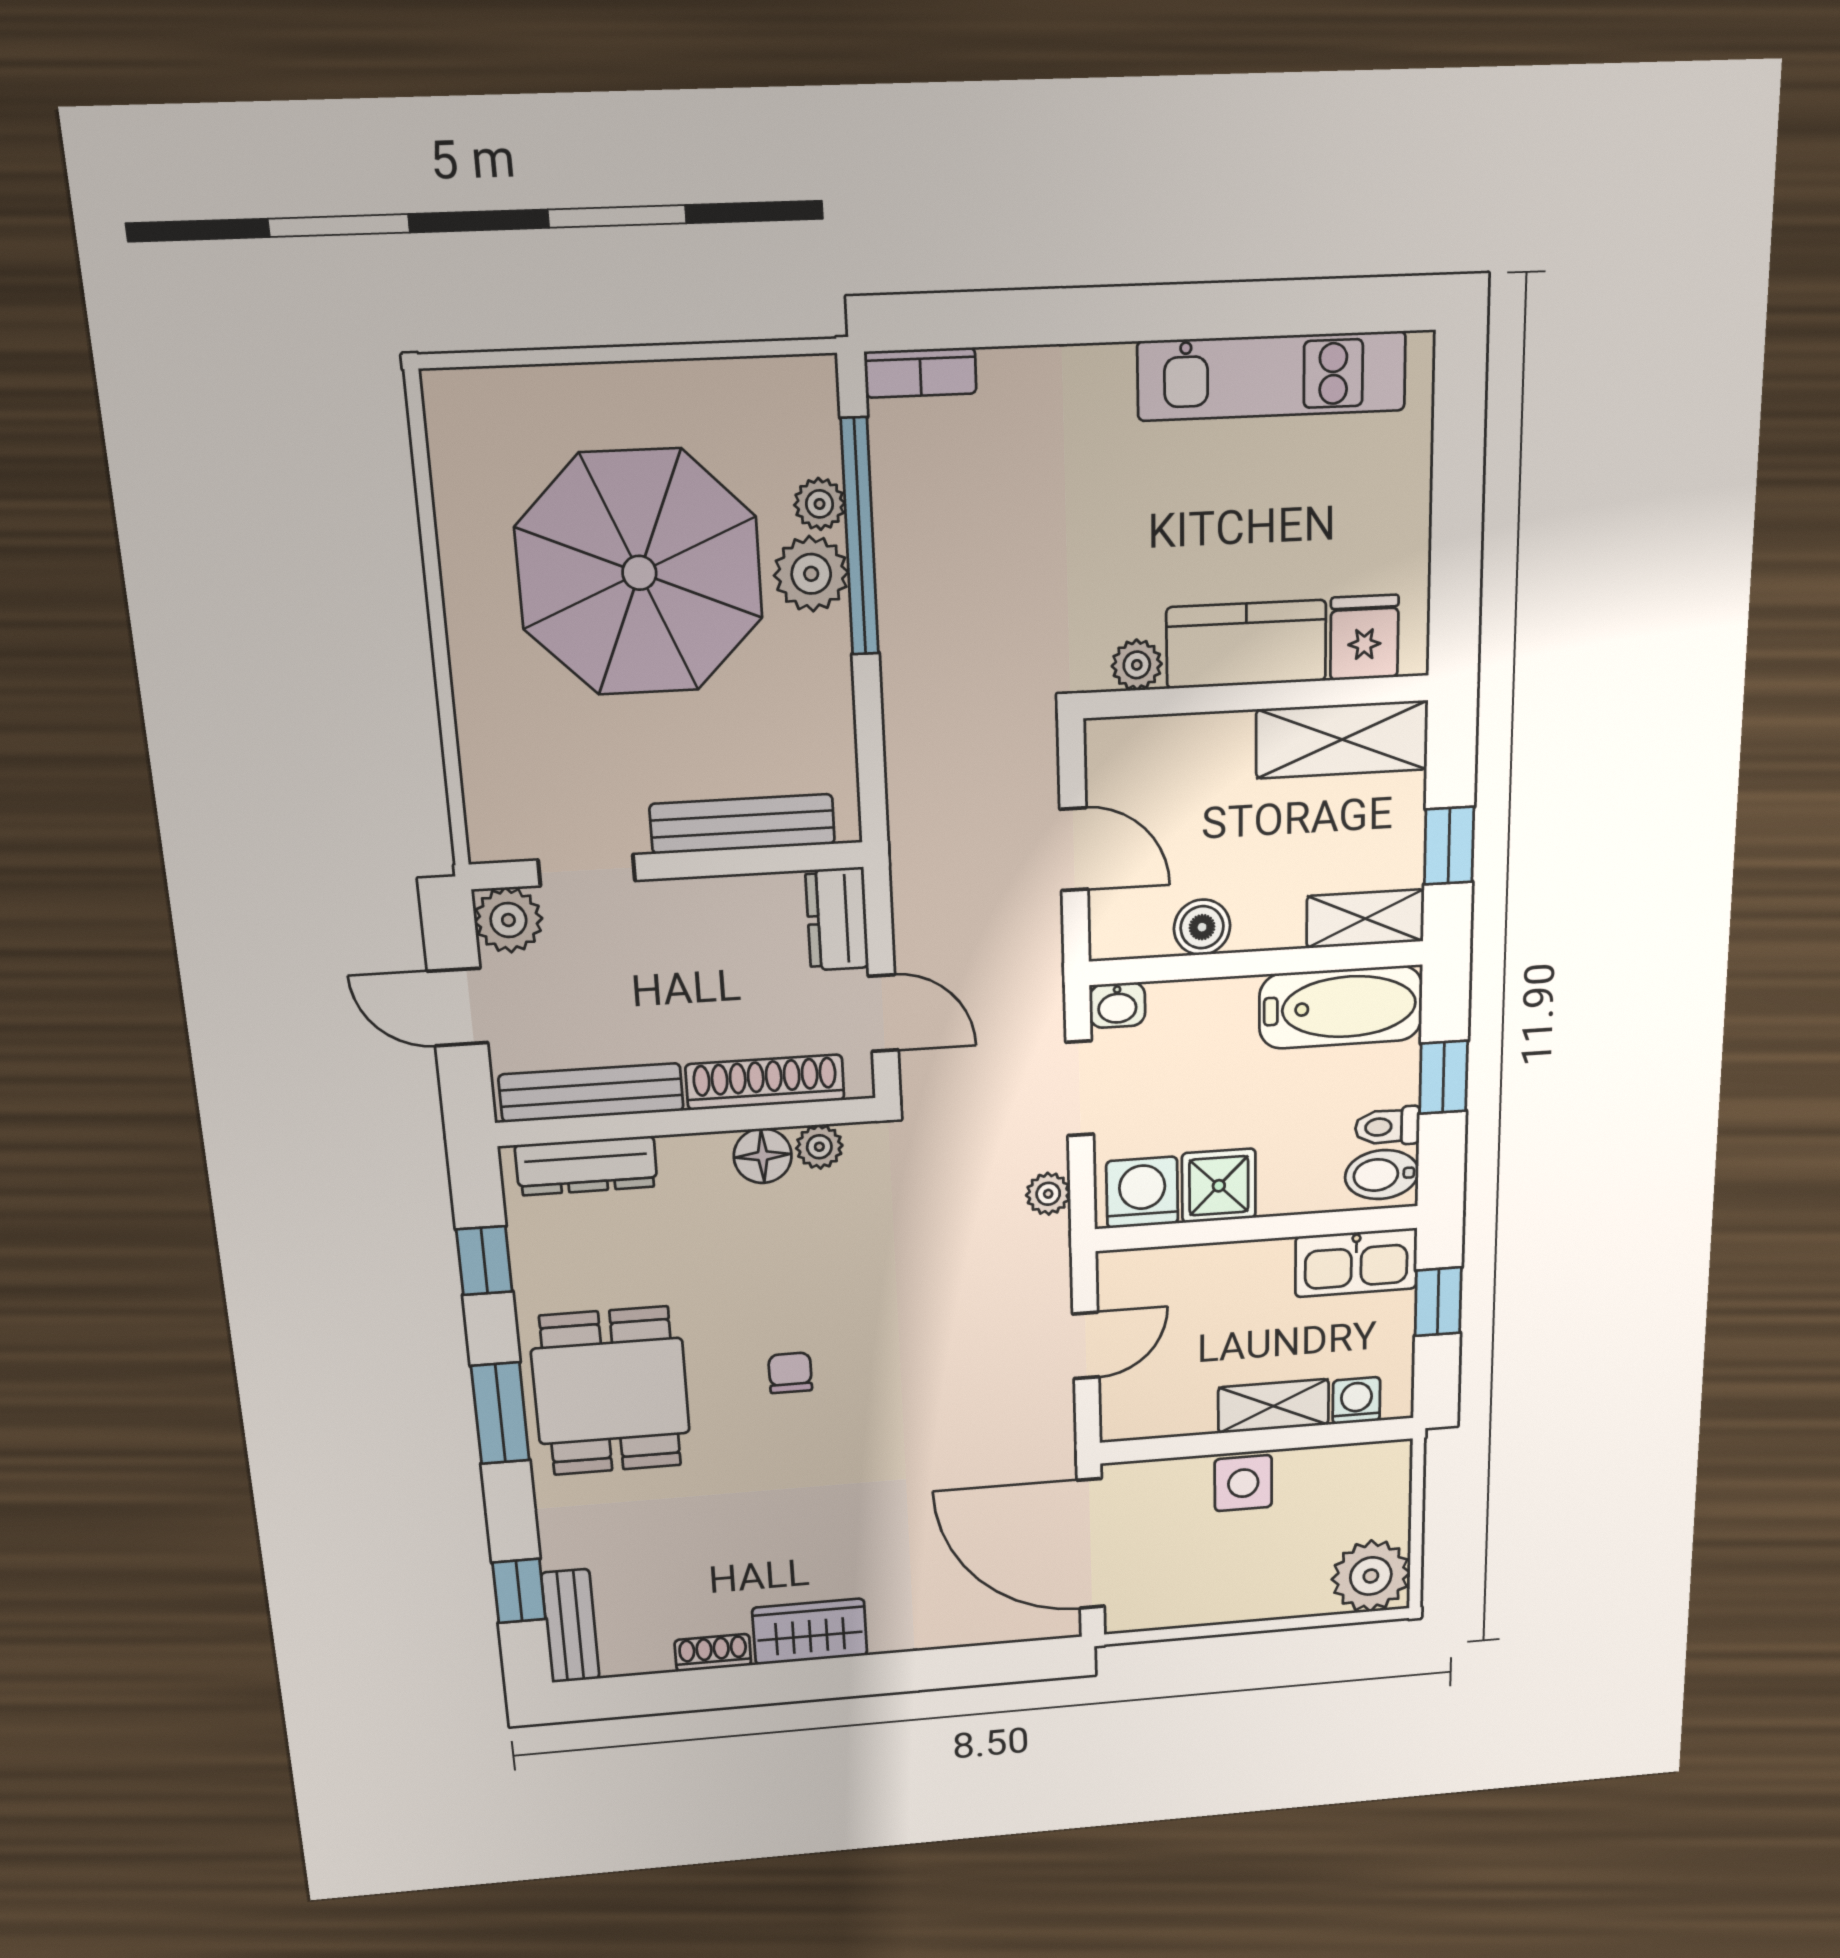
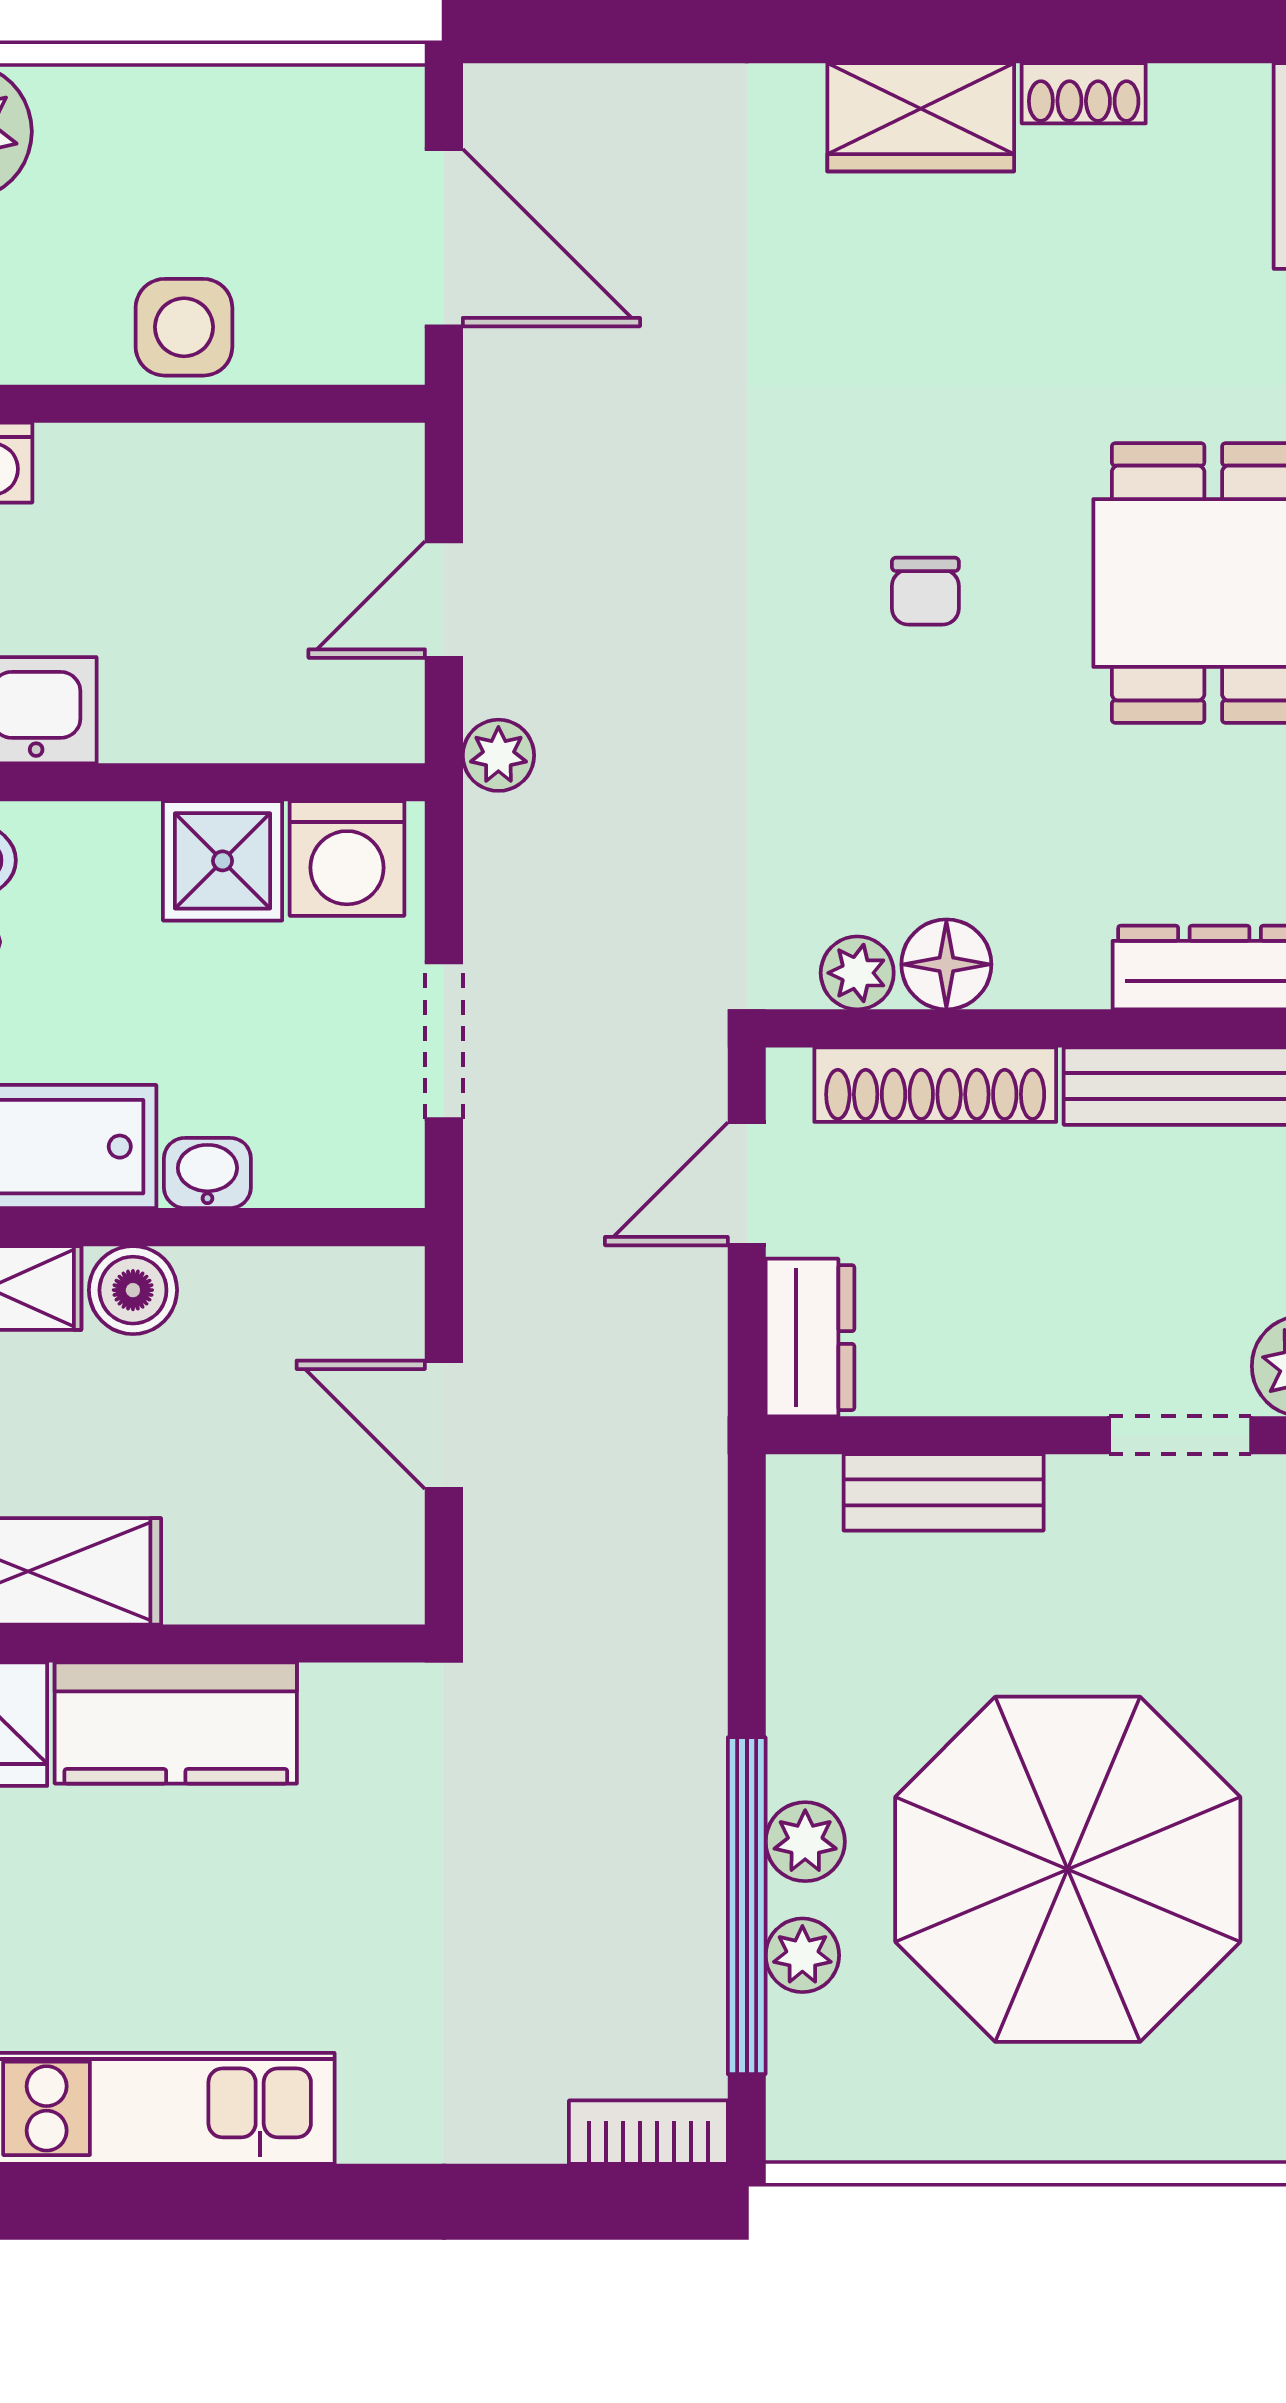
plant: (811, 574) -> (805, 1842), width x0.73, depth x0.73
plant: (1137, 665) -> (342, 1700), removed
bench: (742, 824) -> (944, 1492), width x0.73
boiler: (1202, 927) -> (133, 1290), moved
washbasin: (1117, 1005) -> (207, 1173), moved
door: (883, 1013) -> (747, 1184), hinge flipped
plant: (1048, 1194) -> (498, 755), moved
shelving: (1273, 1406) -> (133, 465), removed
door: (1091, 1544) -> (444, 238), width x0.73

